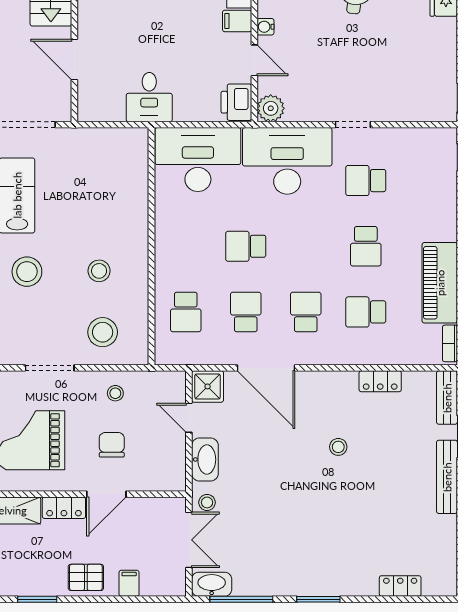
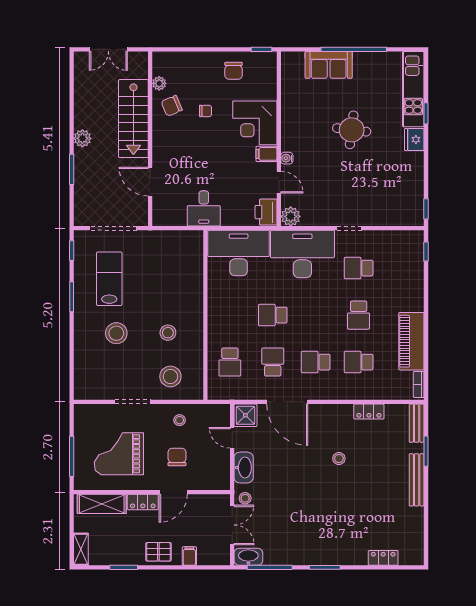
school desk: (306, 312) -> (316, 362), turned -90

